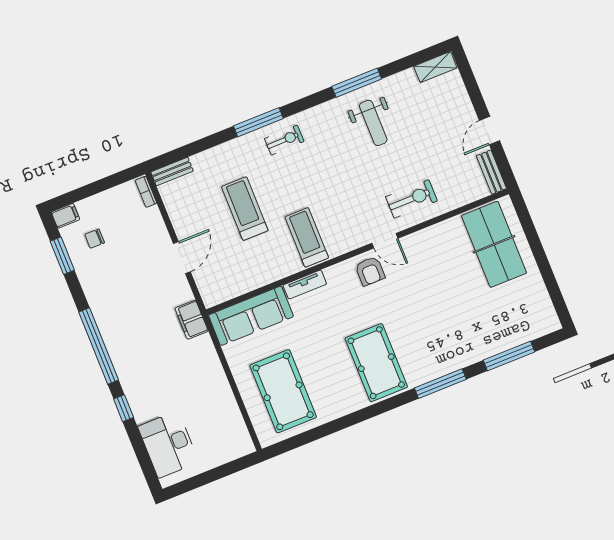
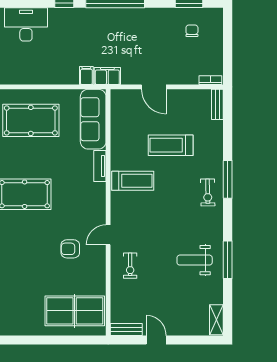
exercise bike: (412, 199) -> (130, 266), width x0.73, depth x0.72
treadmill: (245, 209) -> (171, 145), turned 180
filing cabinet: (65, 216) -> (86, 76), moved, turned 180
armchair: (370, 271) -> (70, 249), moved

